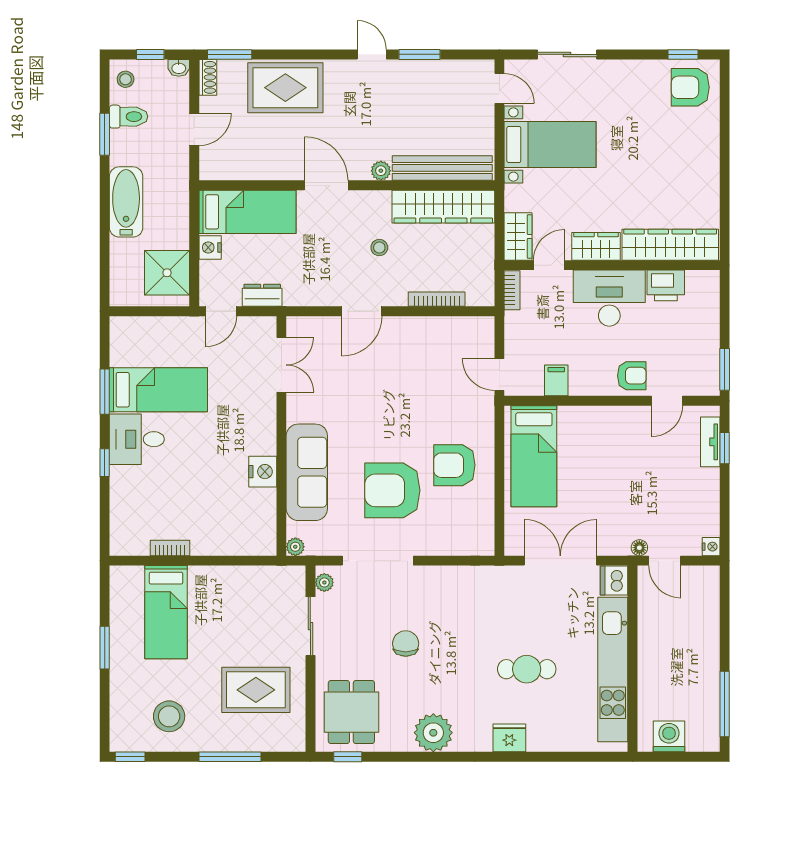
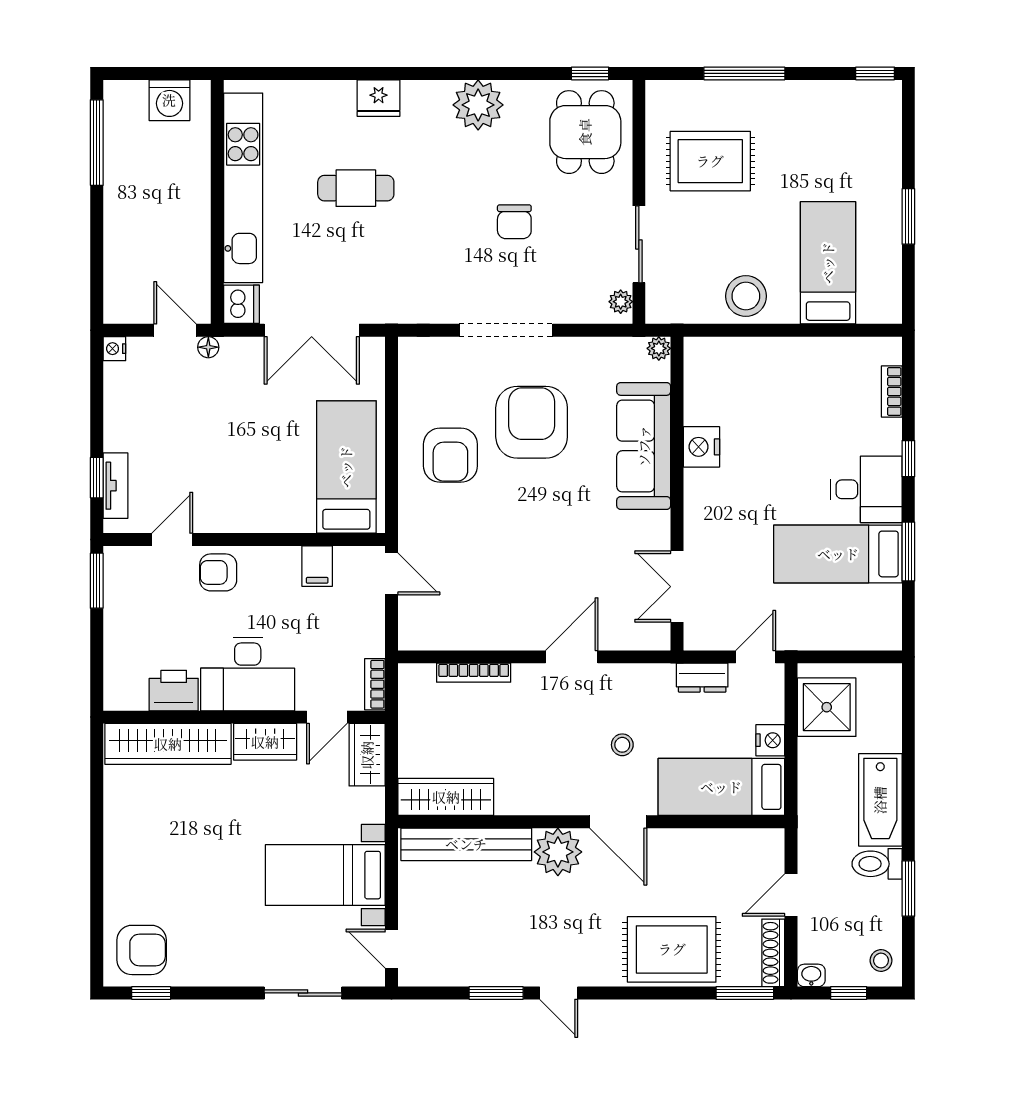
shoe rack: (208, 77) -> (773, 953), width x1.43
toilet: (129, 117) -> (877, 864), moved
plant: (381, 171) -> (558, 852), width x1.87, depth x1.87
wardrobe: (443, 207) -> (446, 797), width x0.71, depth x0.85
stool: (379, 248) -> (622, 745), moved
armchair: (454, 465) -> (450, 455), turned 90
armchair: (392, 490) -> (532, 422), turned -90
bookcase: (170, 548) -> (892, 391), moved, turned 90
doorway: (378, 561) -> (506, 330), moved
stool: (169, 716) -> (746, 296), moved

